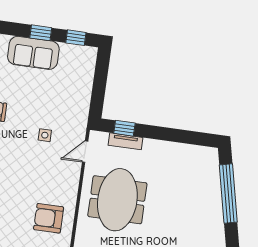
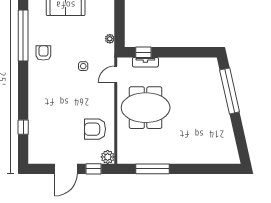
plant: (84, 105) -> (110, 39), added
meeting table: (117, 200) -> (146, 108), turned 90

